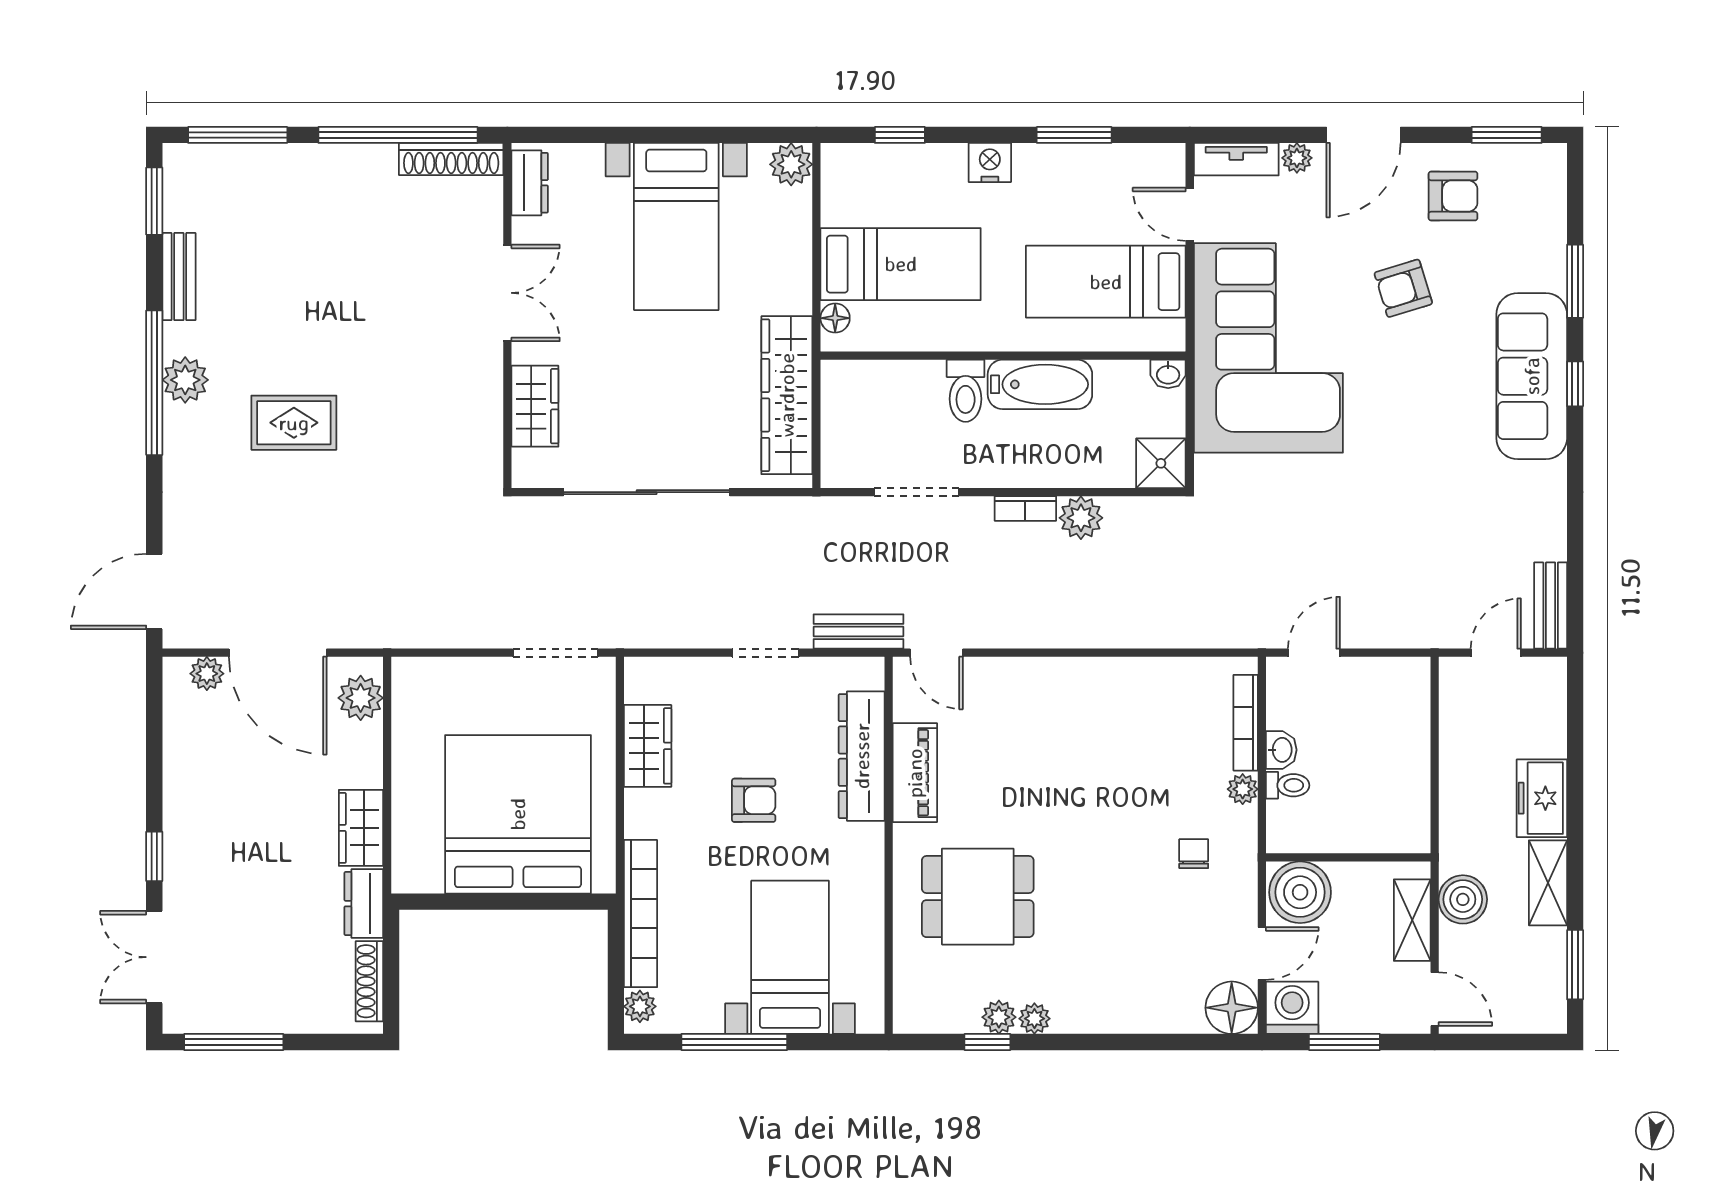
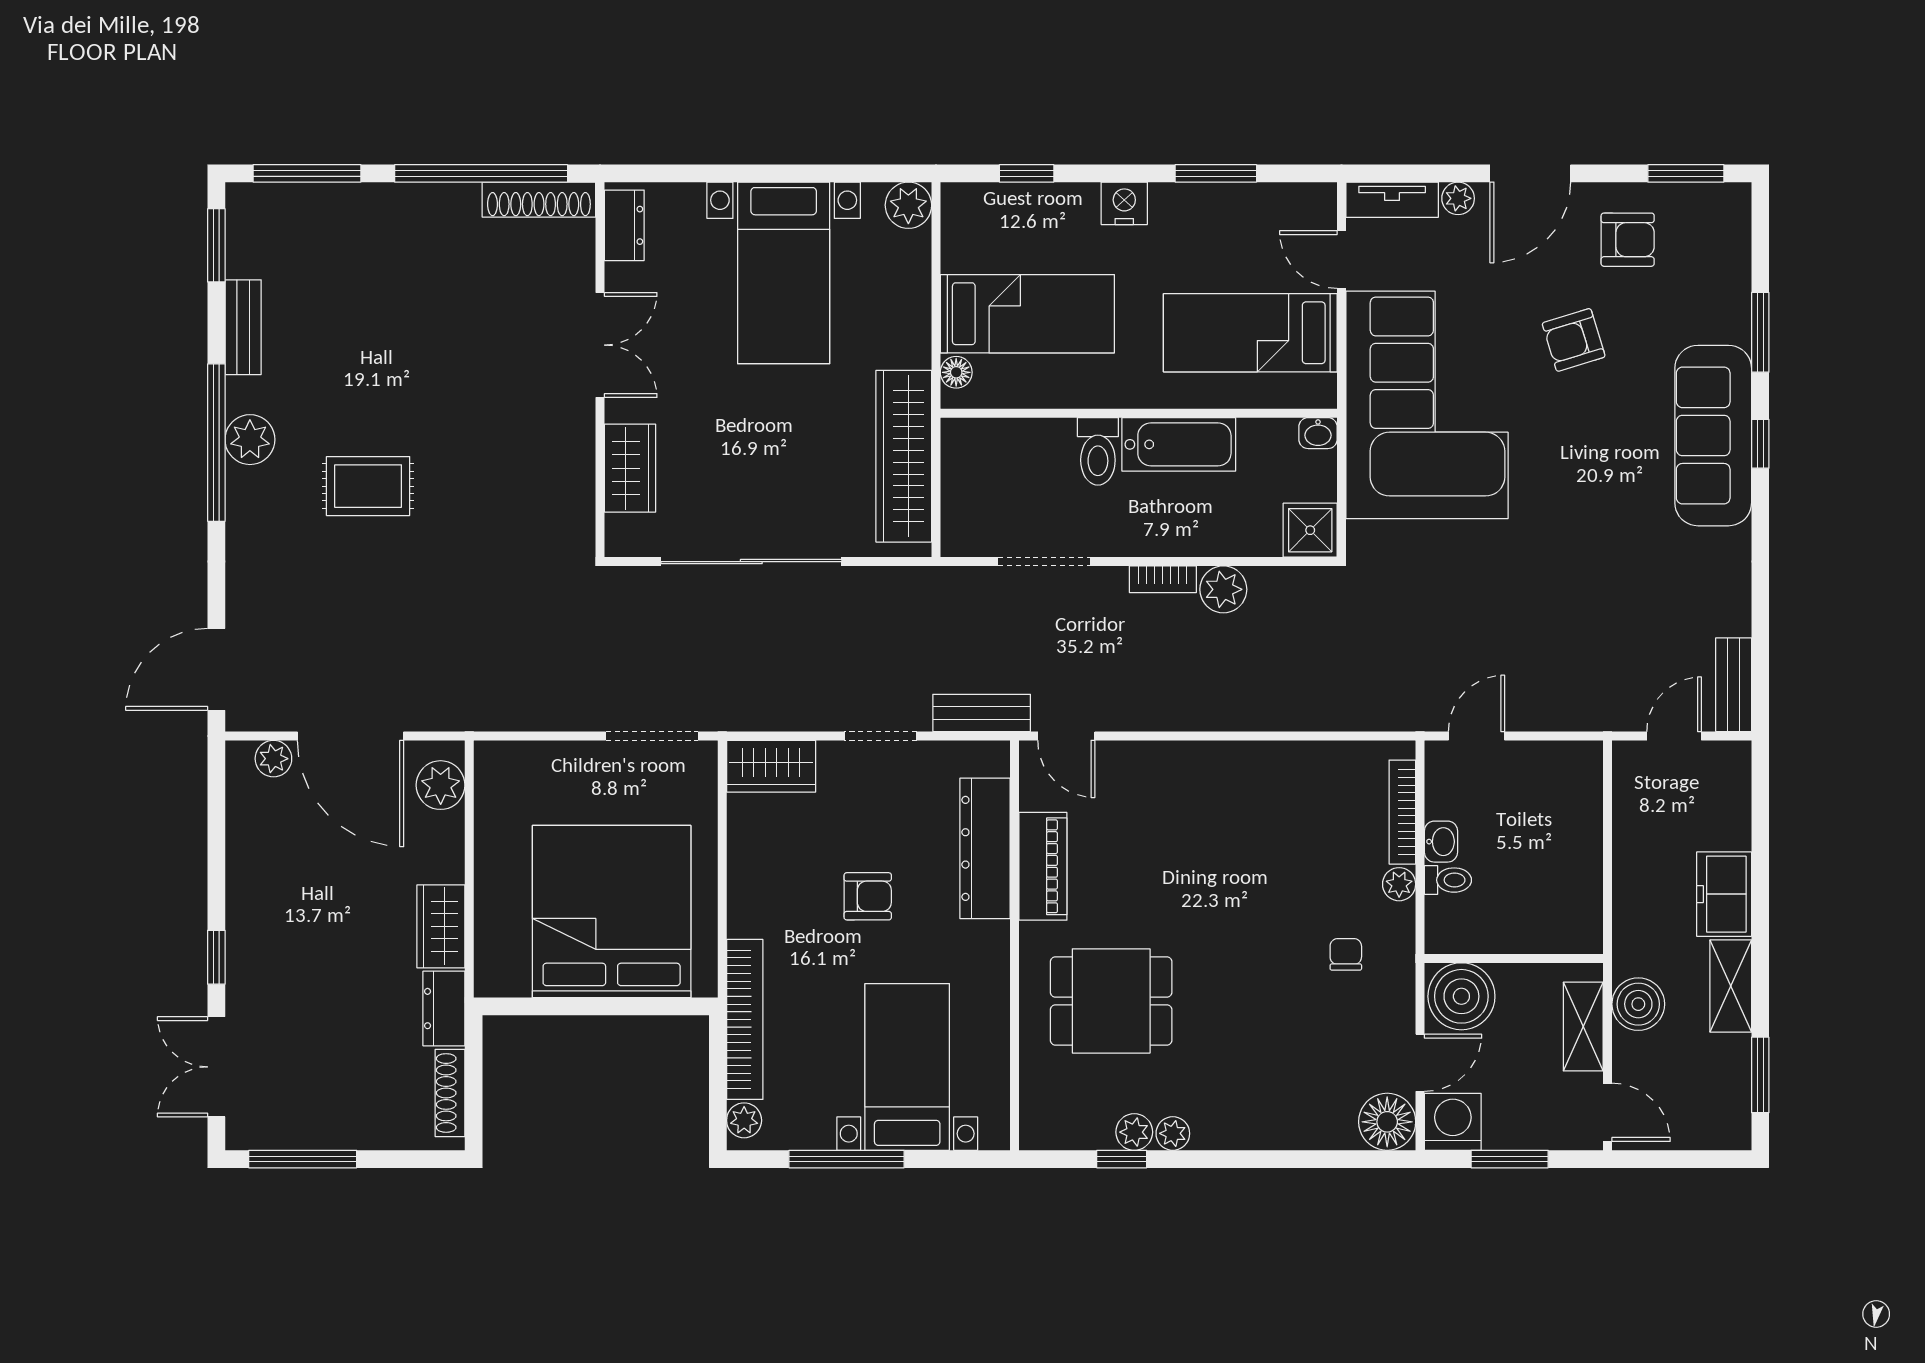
wardrobe: (648, 746) -> (771, 766), moved, turned 90

